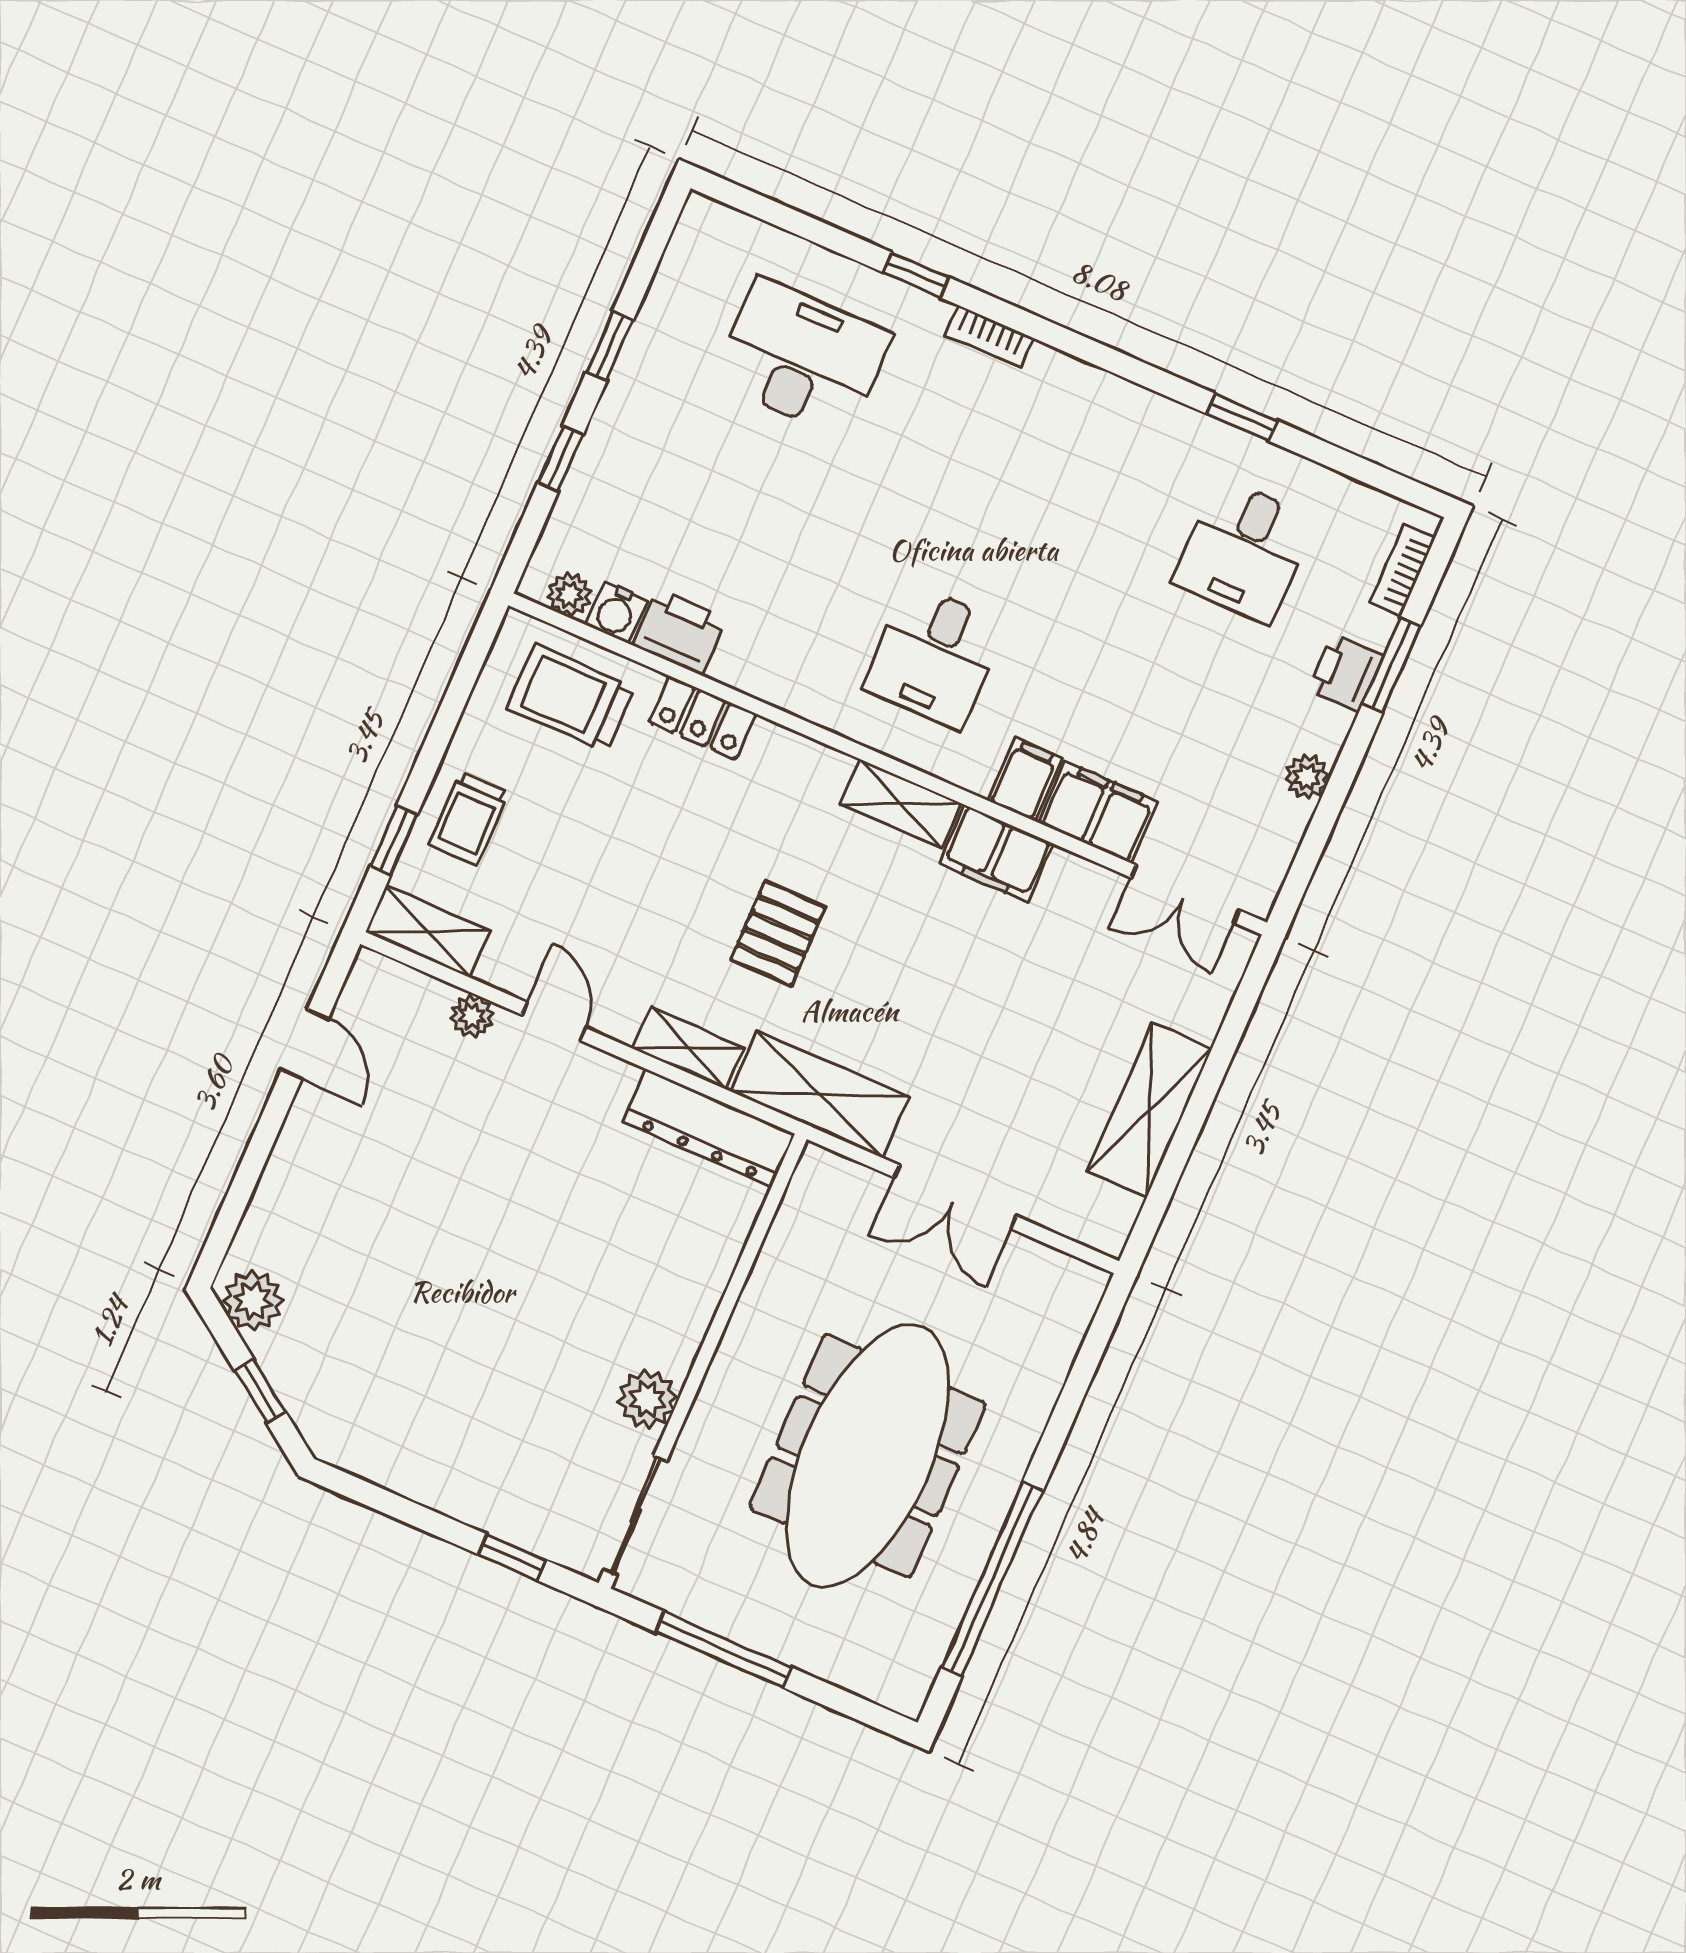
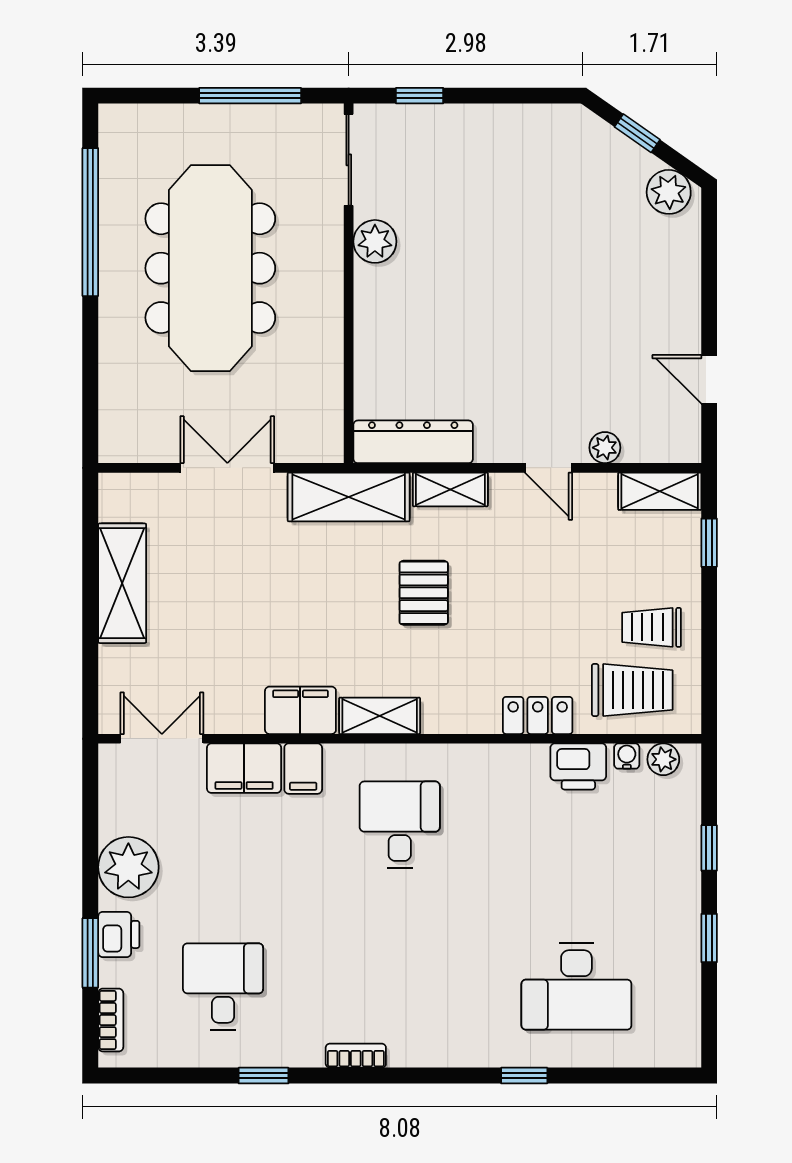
bookcase: (990, 337) -> (356, 1056), moved
water cooler: (616, 612) -> (627, 756), width x0.72, depth x0.72
plant: (1307, 777) -> (128, 867), width x1.87, depth x1.87
trolley: (469, 818) -> (652, 627), moved, turned -90

